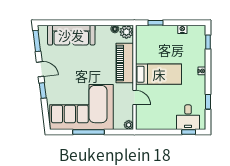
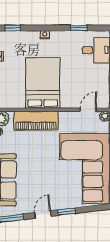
bed: (159, 74) -> (43, 83), width x1.50
door: (134, 98) -> (88, 110), moved

